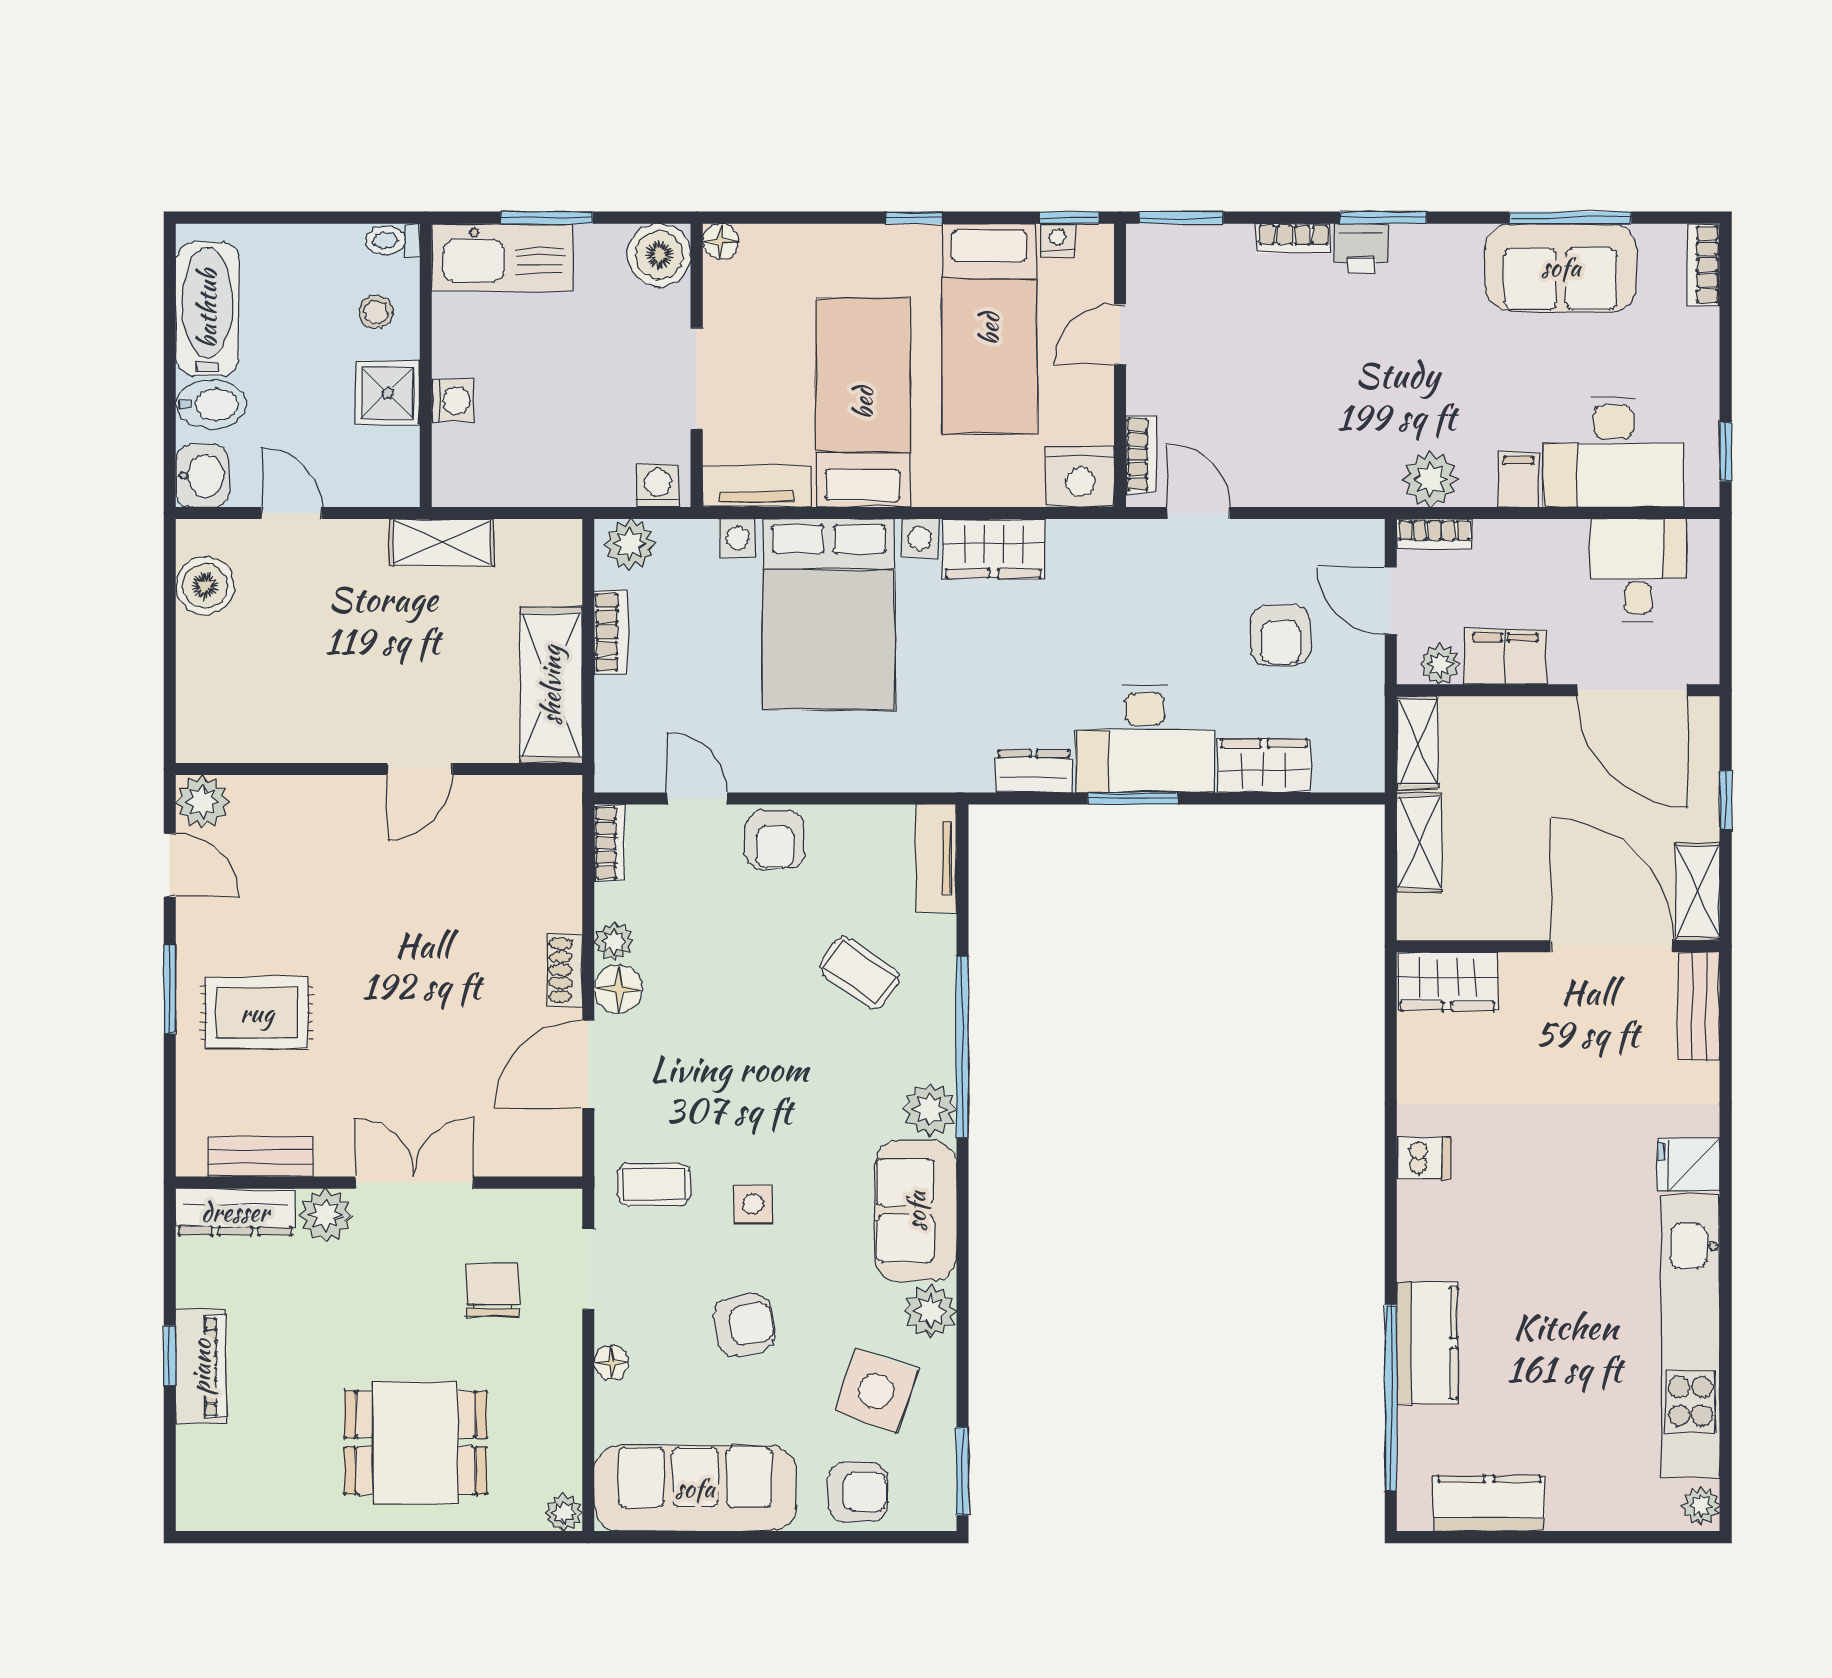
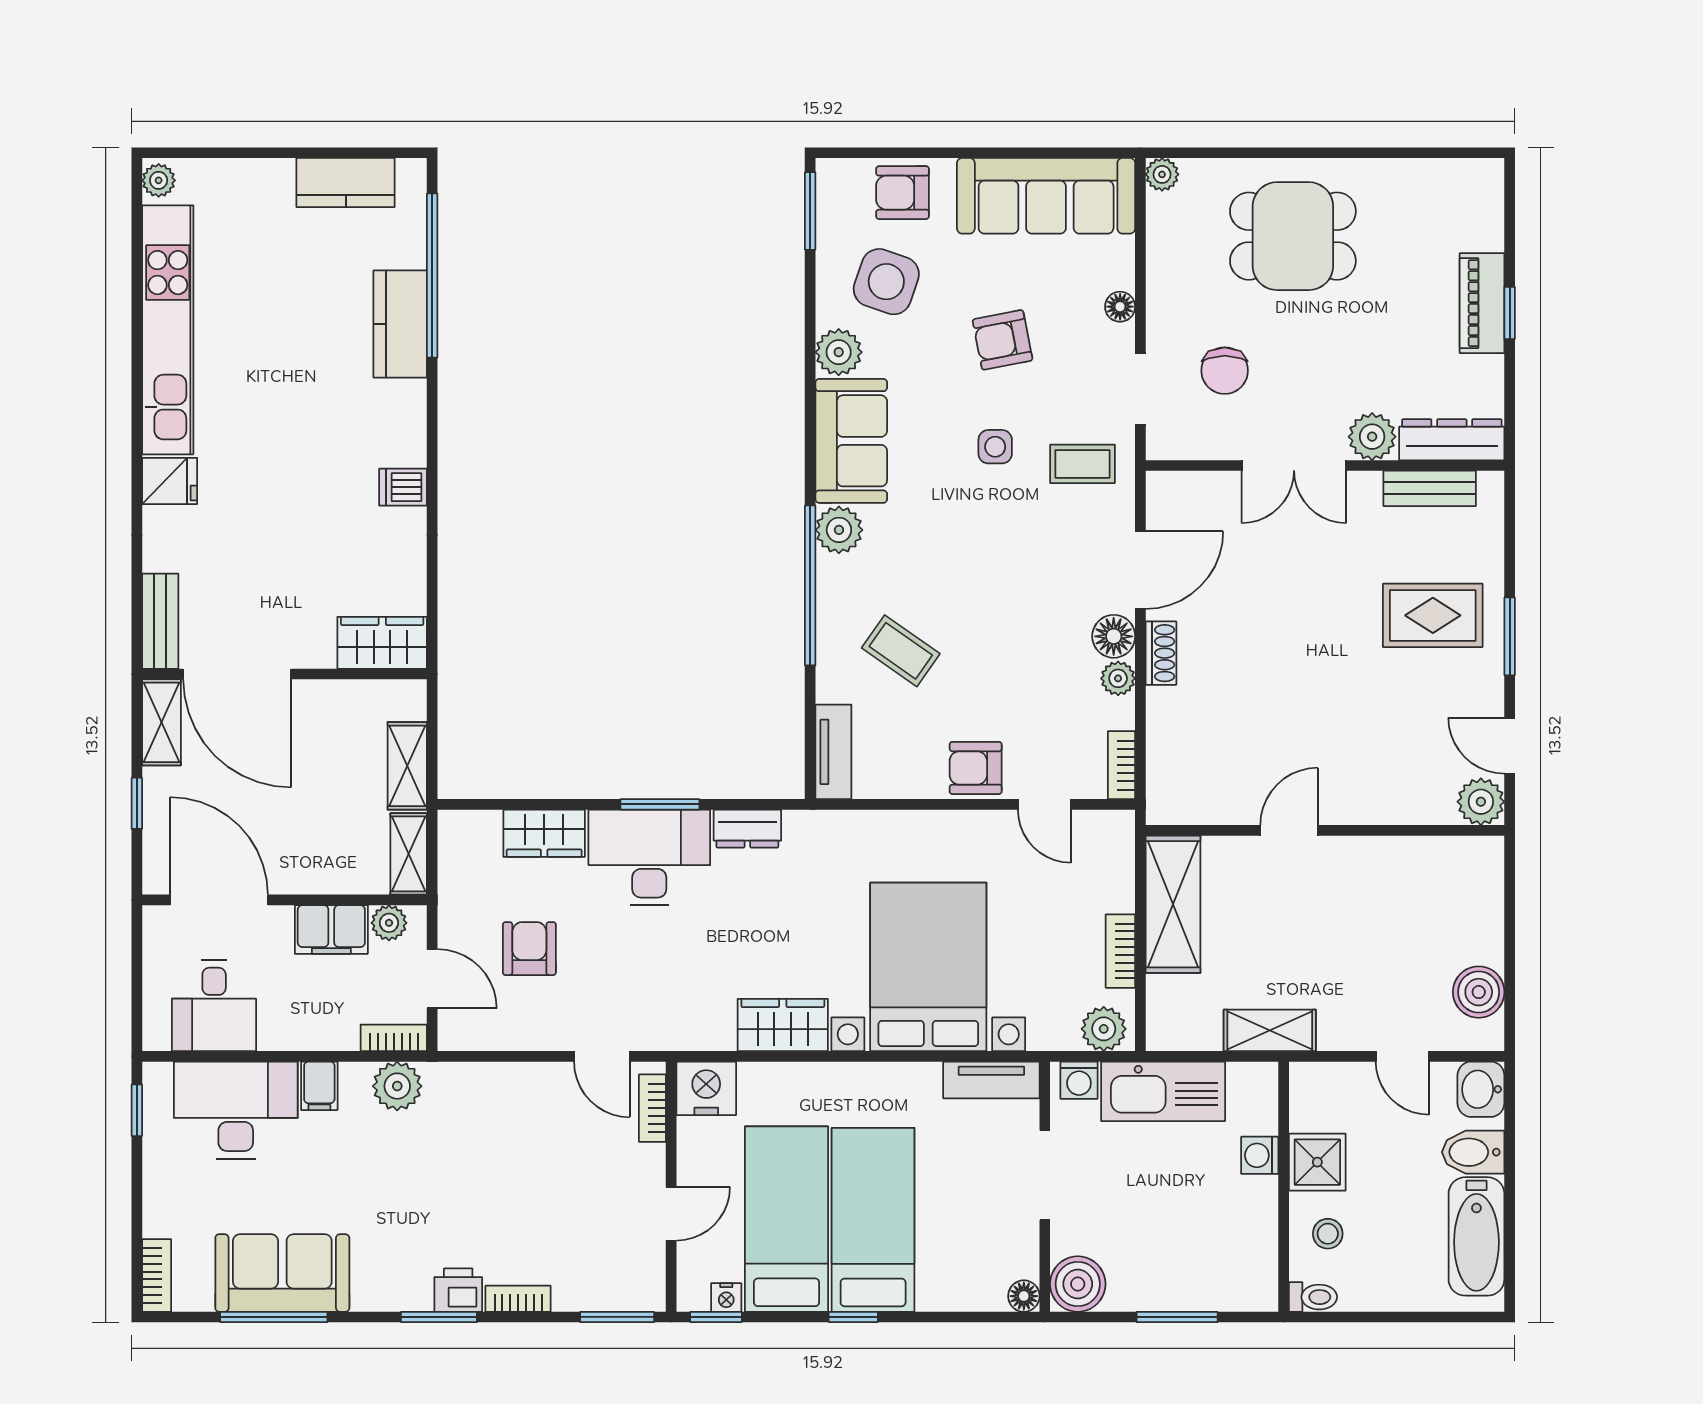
kitchen sink: (502, 257) -> (1163, 1091), moved, turned 180
bed: (863, 403) -> (873, 1220), moved, turned 180
armchair: (775, 840) -> (976, 768), turned -90

